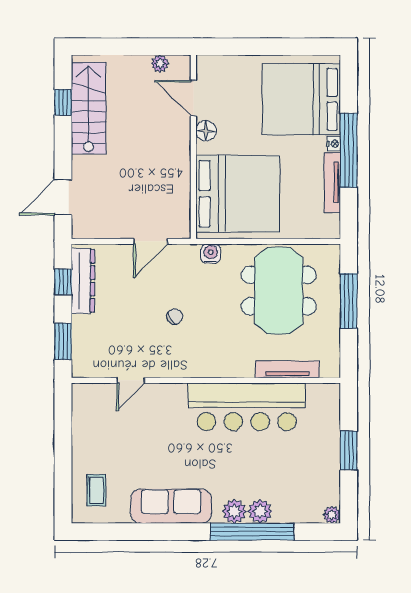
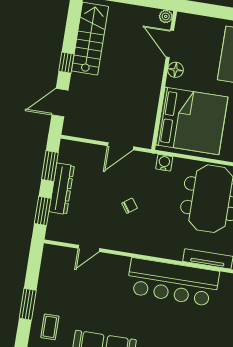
plant: (160, 64) -> (166, 16), moved
window: (63, 102) -> (66, 63), moved
dresser: (83, 281) -> (62, 189), moved
window: (63, 282) -> (50, 166), width x1.50
window: (63, 466) -> (28, 304), added

